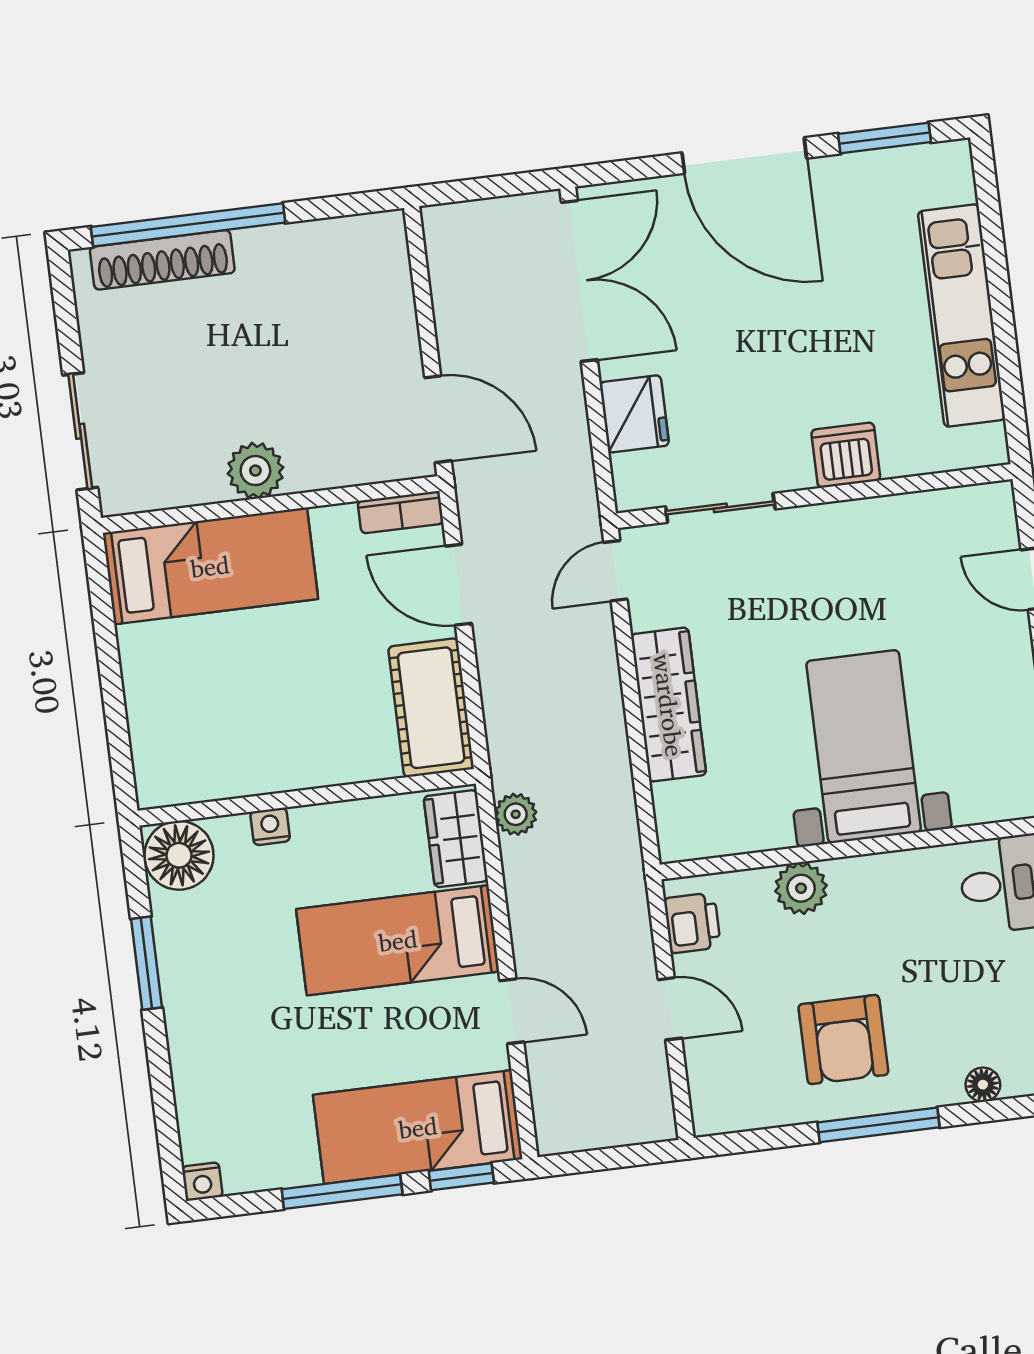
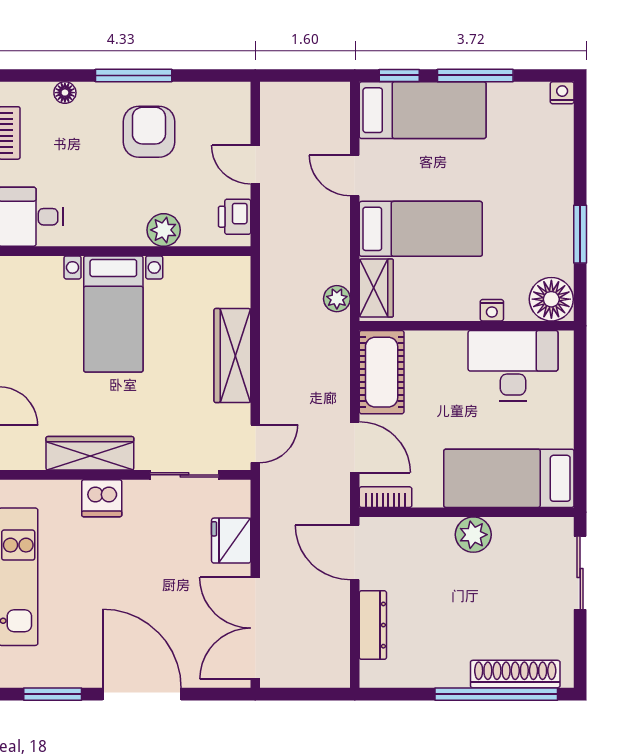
dresser: (395, 309) -> (373, 625), added
wardrobe: (873, 523) -> (90, 453), added
desk: (226, 744) -> (513, 366), added

